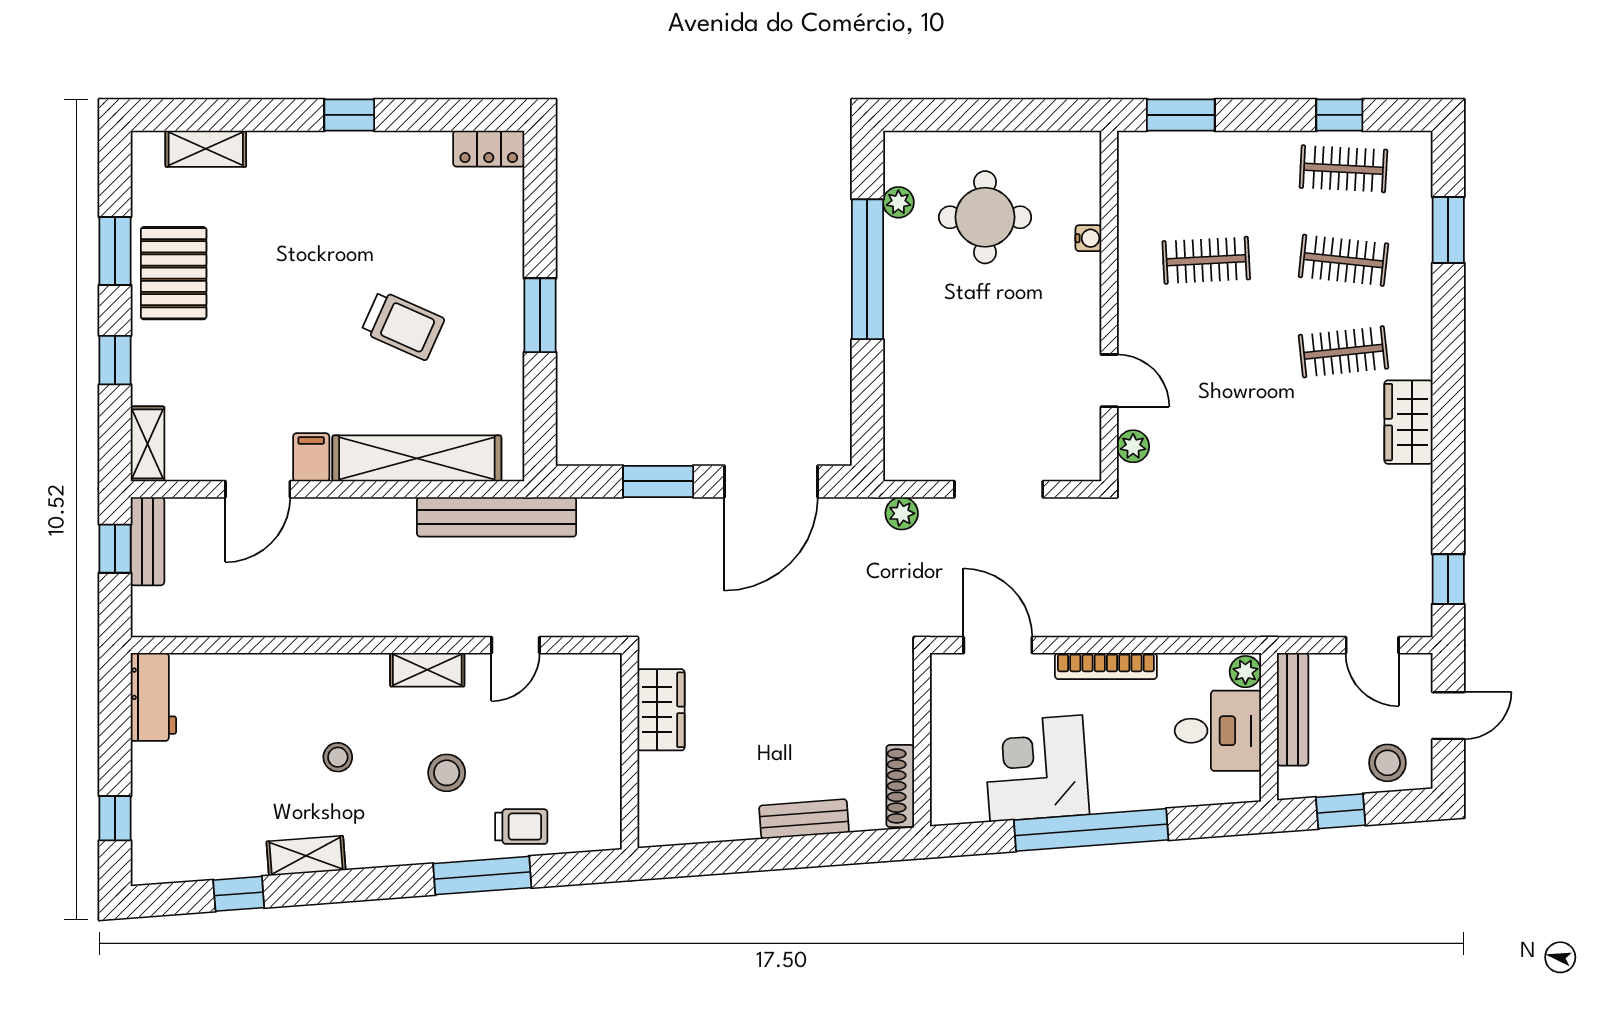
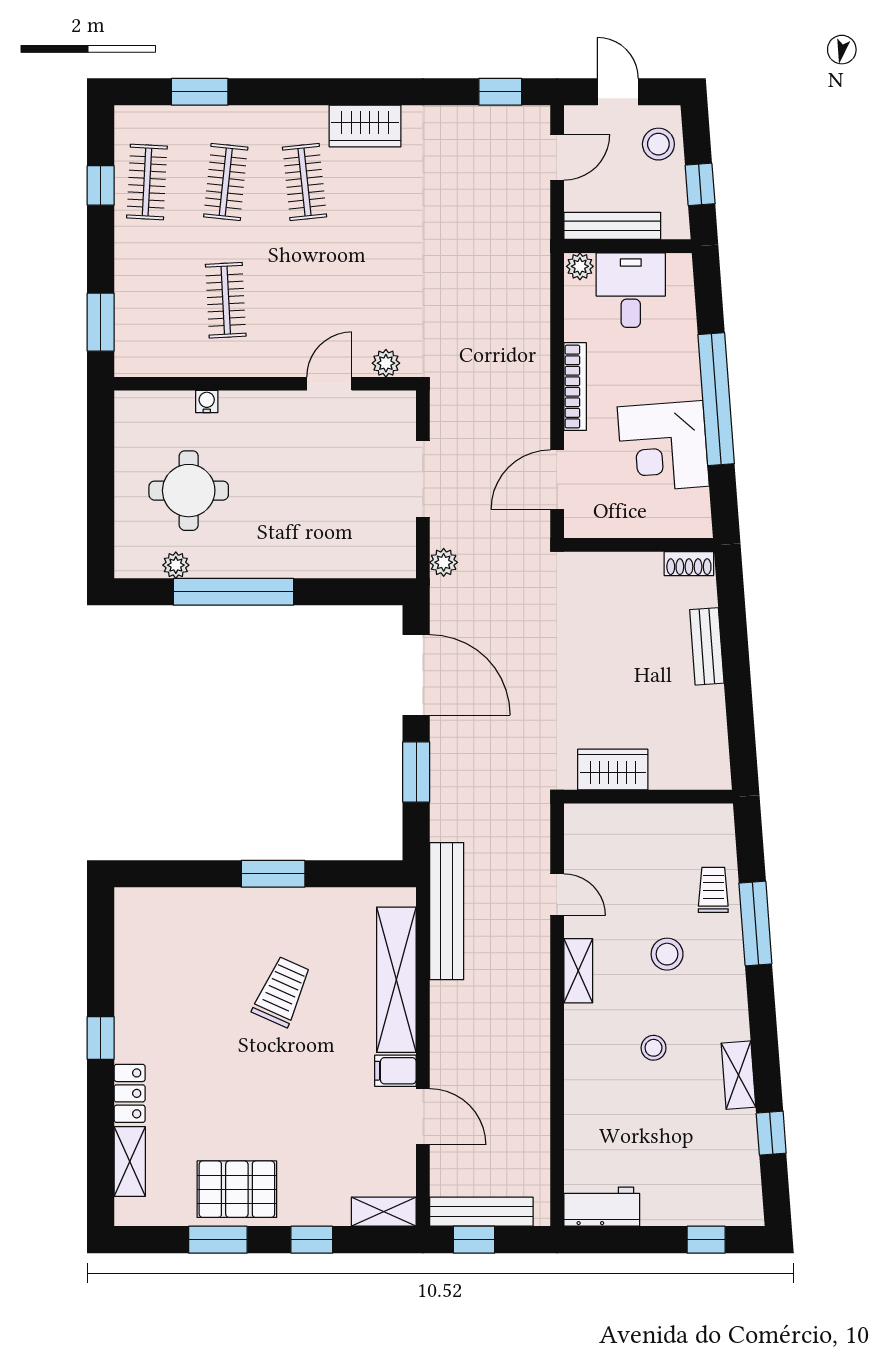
locker: (489, 149) -> (130, 1093), moved
bench: (147, 541) -> (481, 1212), width x1.36
shoe rack: (900, 786) -> (689, 564), width x0.70

